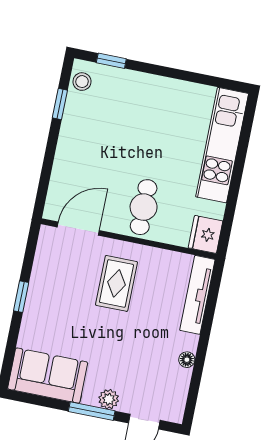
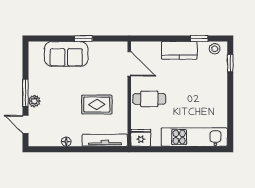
kitchen counter: (73, 141) -> (179, 50), added
rug: (116, 283) -> (97, 104), moved
sofa: (48, 376) -> (66, 54), moved, turned 90

